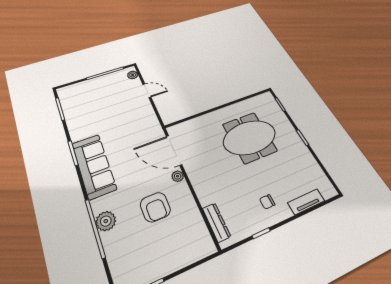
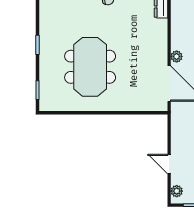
meeting table: (249, 137) -> (90, 67), turned 90

